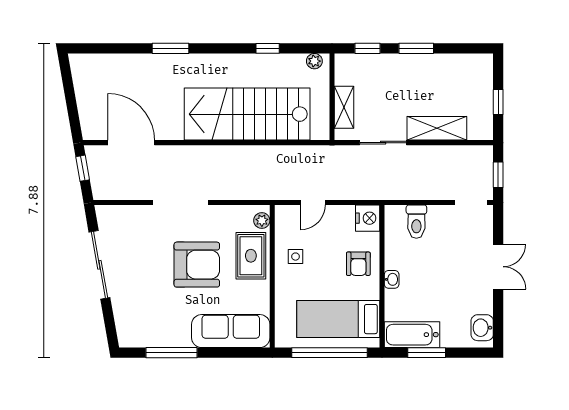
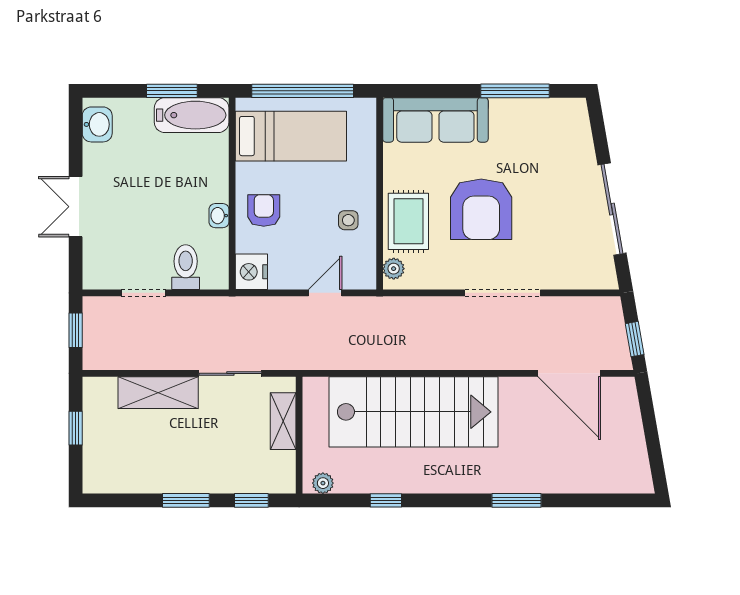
doorway: (471, 202) -> (144, 293), moved
armchair: (197, 265) -> (481, 209), turned -90
washbasin: (392, 279) -> (219, 216), moved

